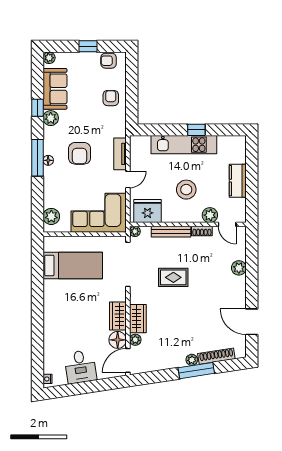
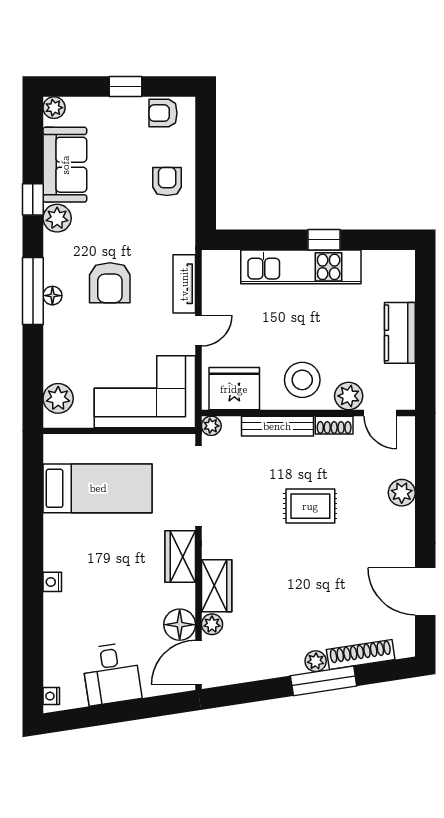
stool: (186, 190) -> (302, 380), moved
rug: (173, 277) -> (310, 506), moved
wardrobe: (118, 316) -> (180, 557), moved
nightstand: (48, 317) -> (52, 582), added

